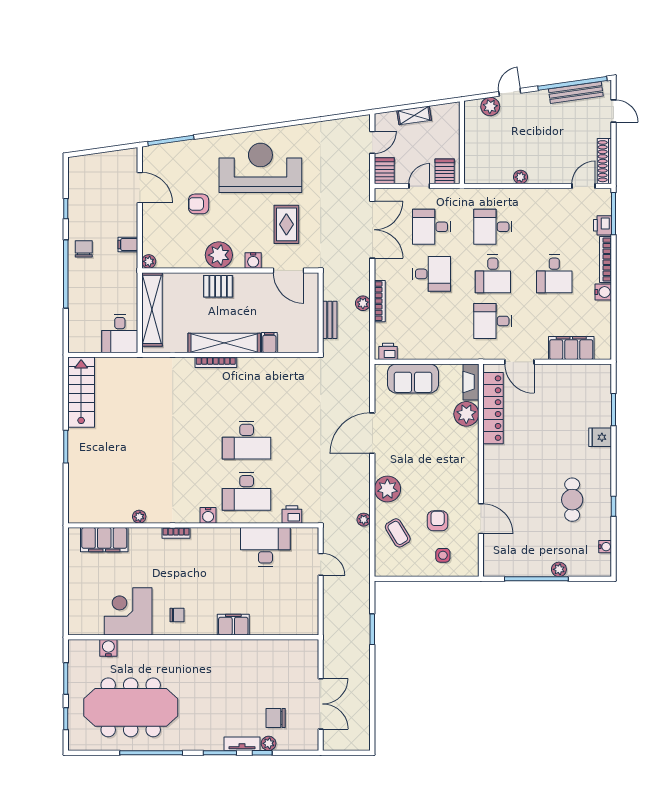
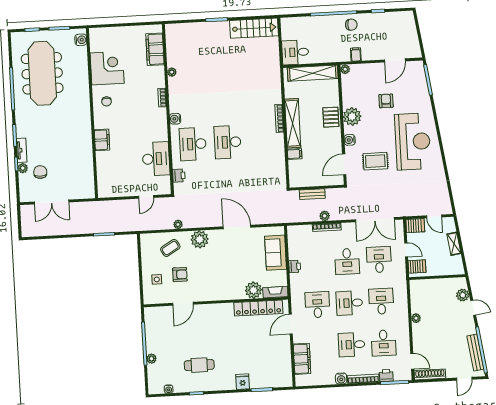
desk: (554, 227) -> (384, 343), added
printer: (388, 351) -> (295, 266), moved
water cooler: (108, 648) -> (81, 40), moved

